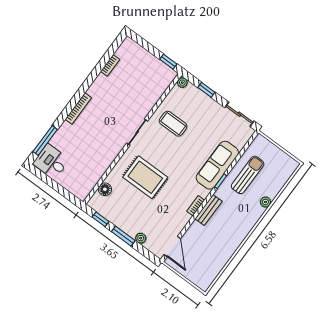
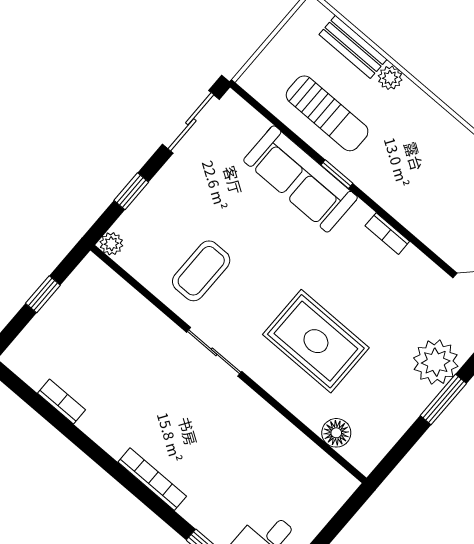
window: (168, 62) -> (43, 294), moved
sun lounger: (248, 175) -> (327, 113), turned 180
rug: (145, 177) -> (316, 341), turned 90
bench: (209, 210) -> (353, 47), moved
window: (100, 219) -> (402, 447), removed
plant: (141, 238) -> (436, 362), width x1.88, depth x1.88

